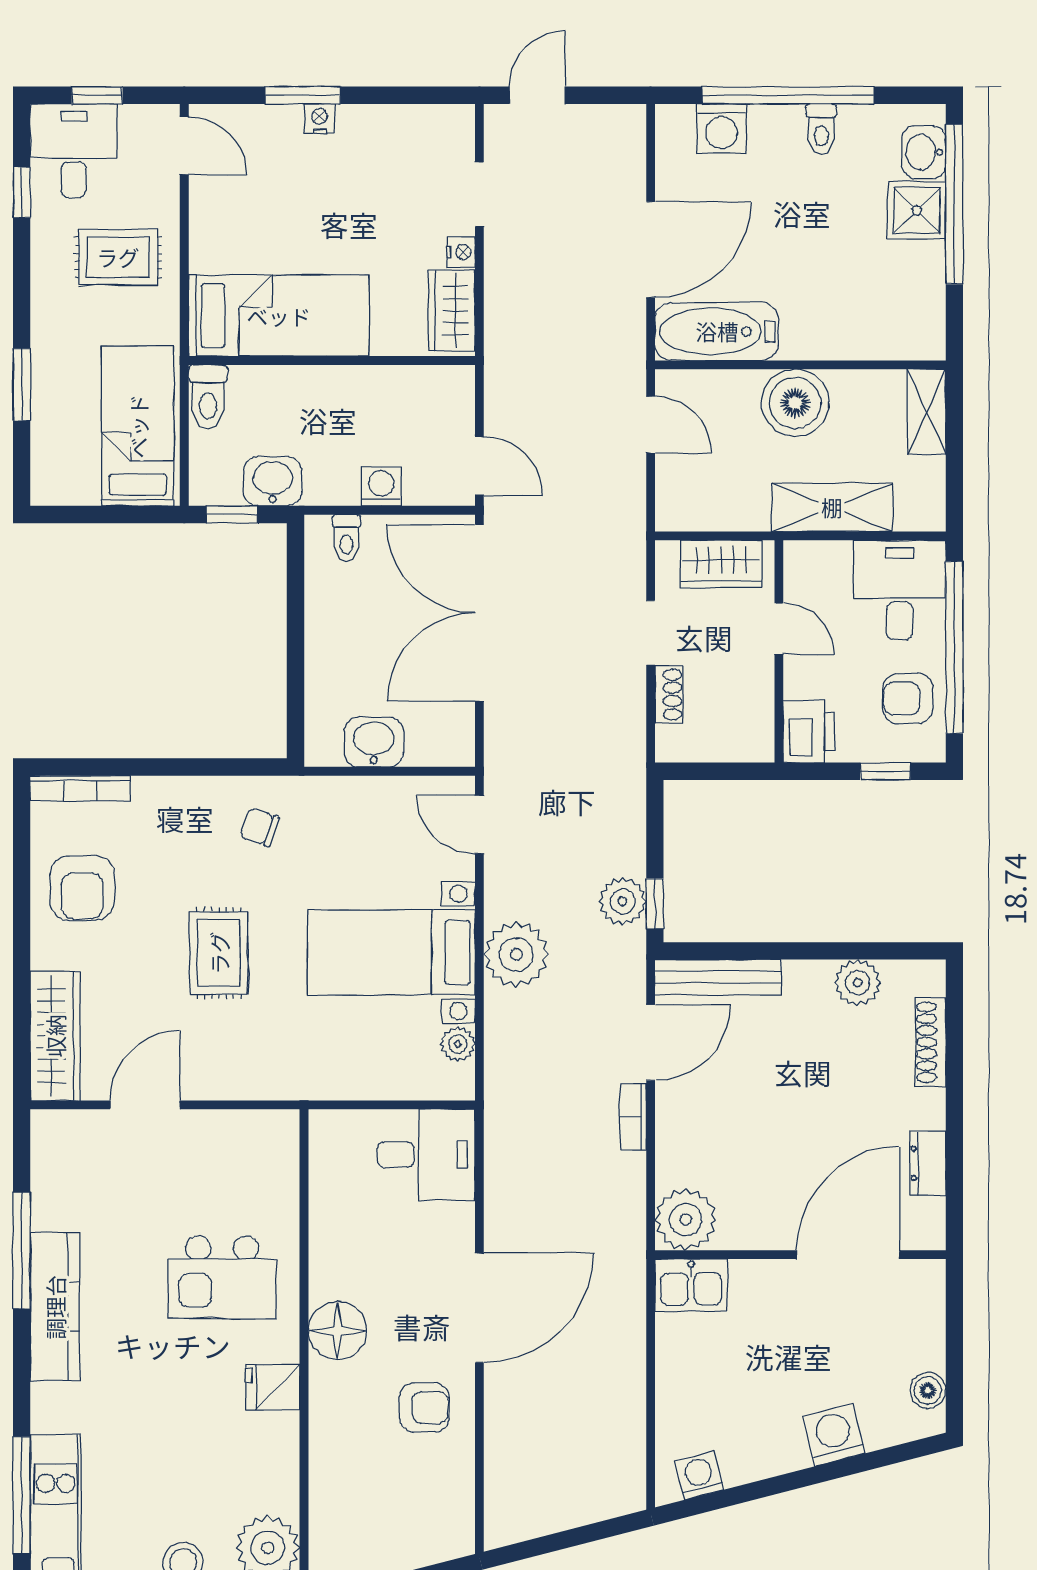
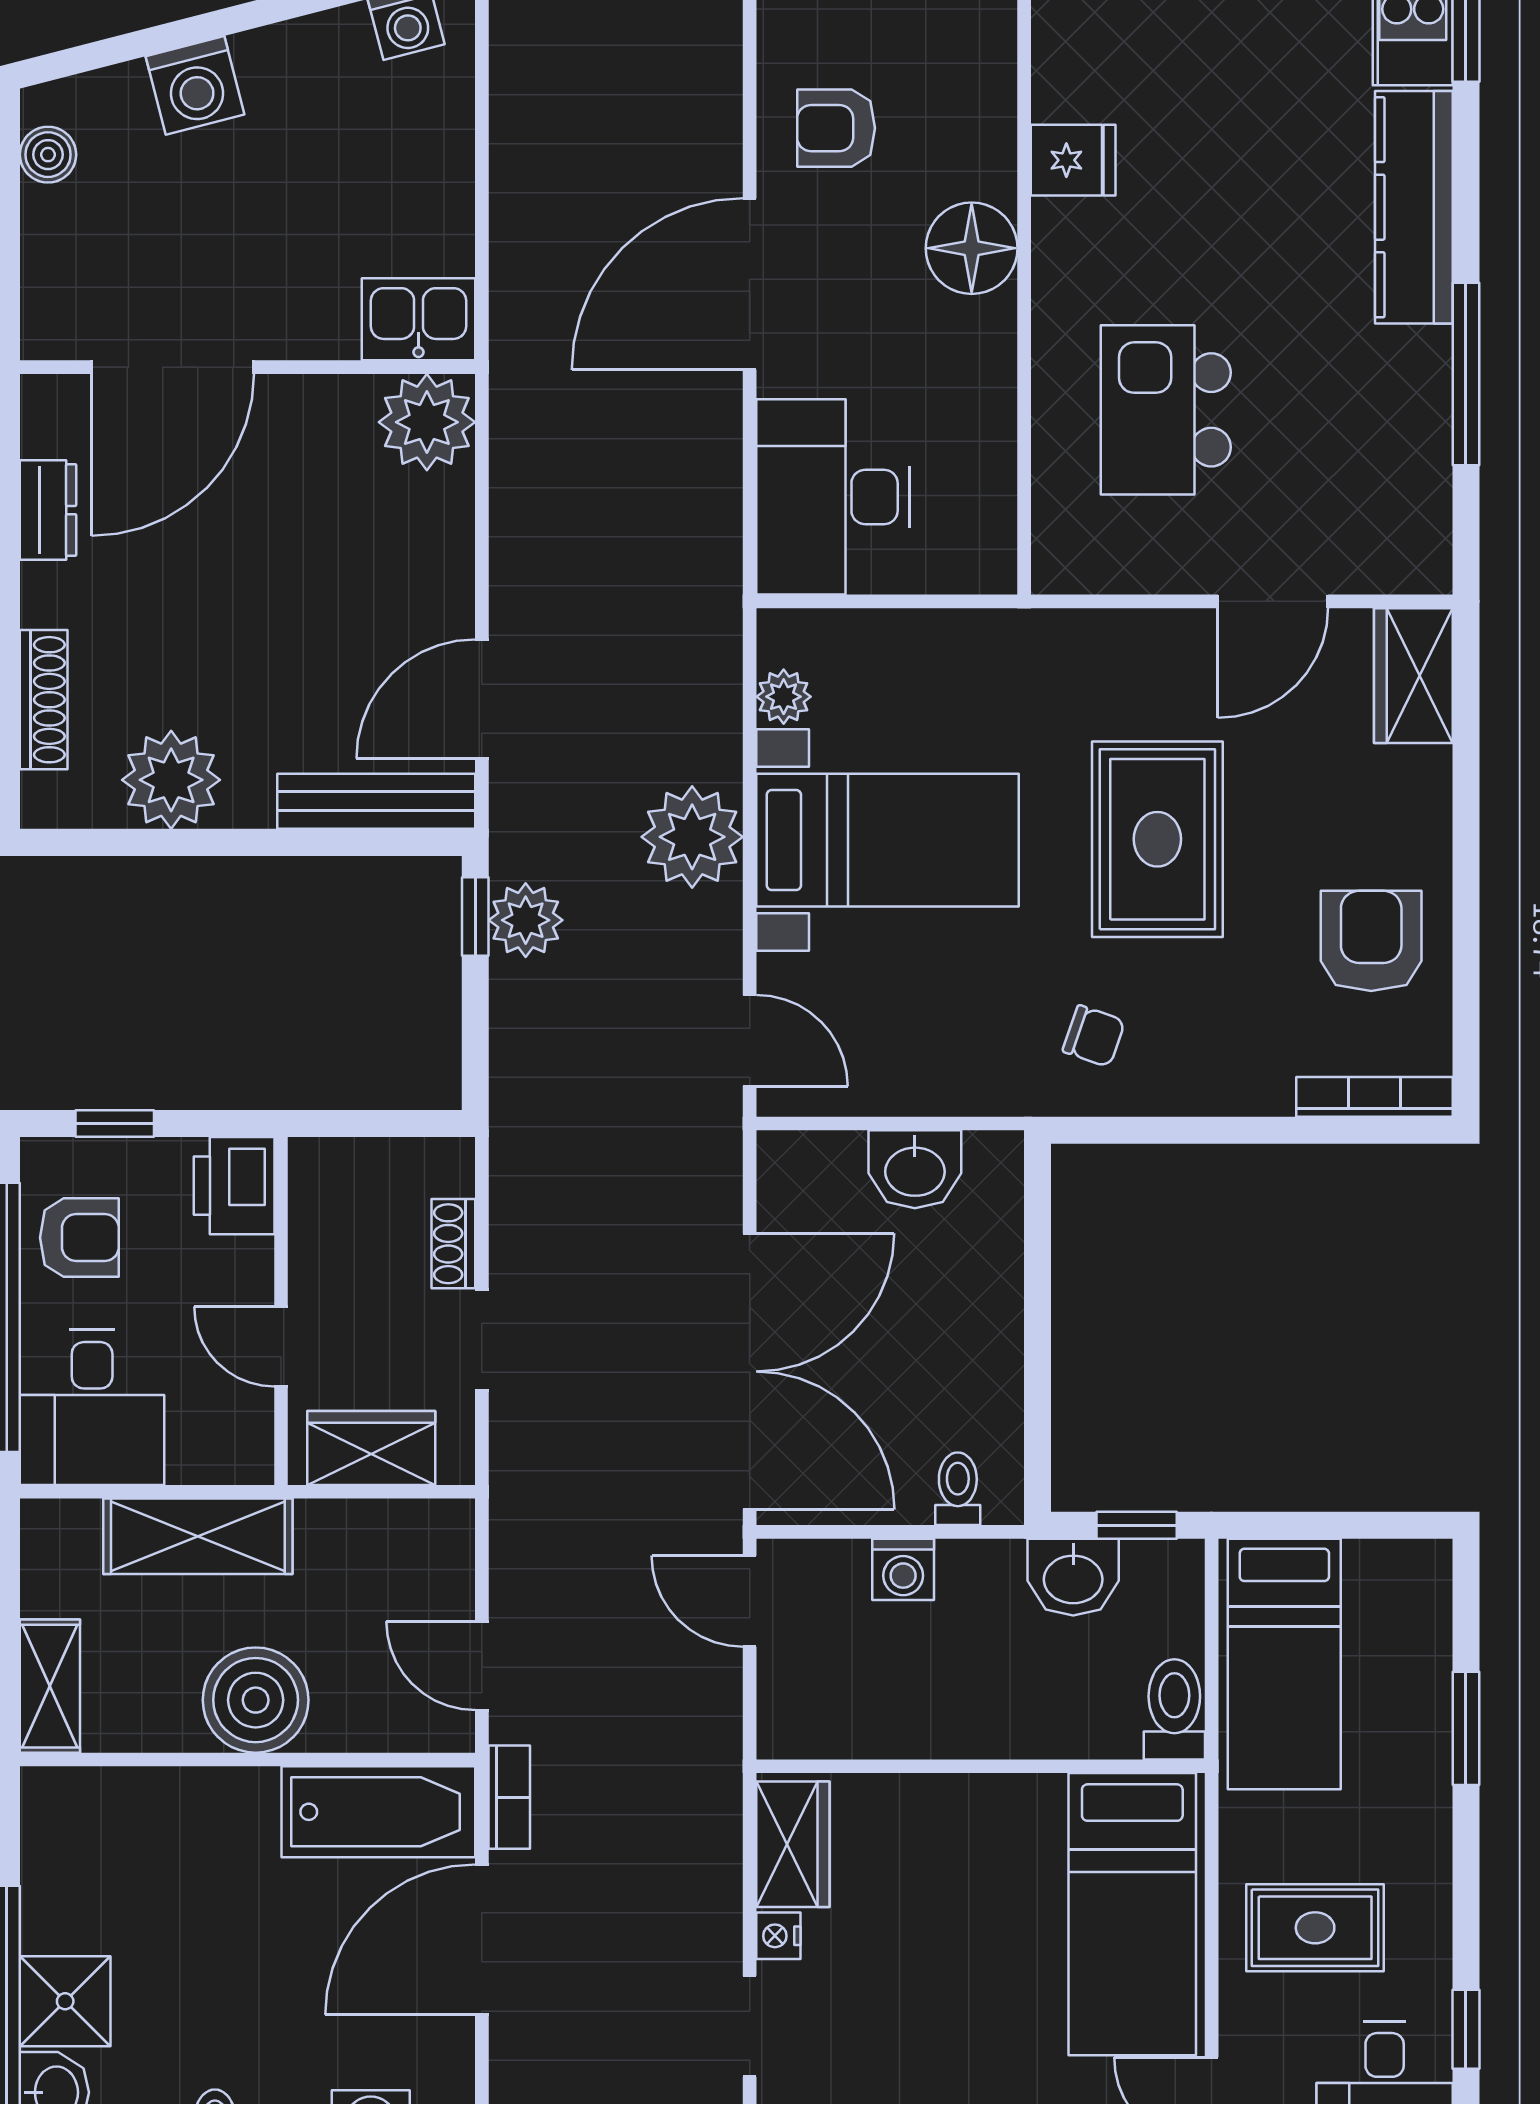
bed: (279, 316) -> (1132, 1914), moved, turned -90
rug: (219, 953) -> (1157, 839), width x1.36, depth x1.43
plant: (858, 983) -> (171, 780), width x1.36, depth x1.36
wardrobe: (55, 1036) -> (1413, 676), width x0.67
bookcase: (633, 1117) -> (509, 1797), moved
desk: (426, 1155) -> (833, 497), width x1.37
kitchen island: (222, 1277) -> (1166, 410), moved, turned -90
kitchen counter: (55, 1307) -> (1414, 207), moved

